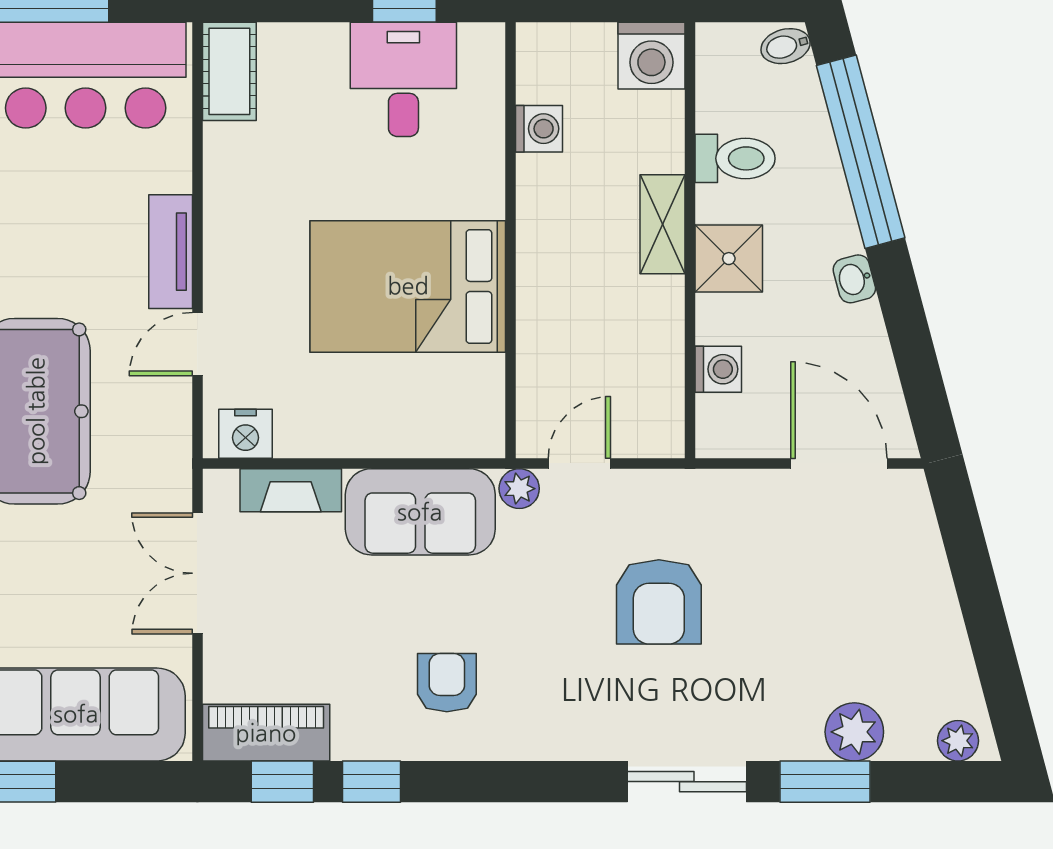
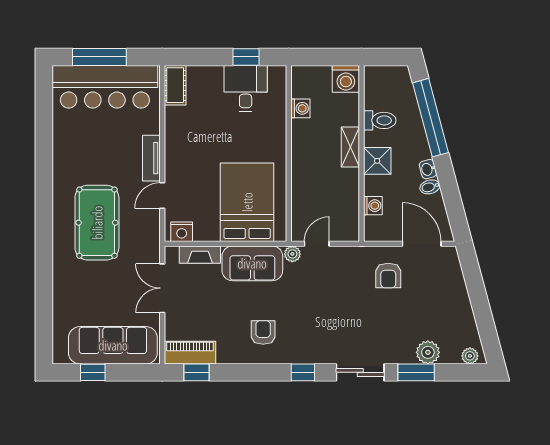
bidet: (786, 46) -> (430, 187), moved
bed: (408, 286) -> (247, 202), moved, turned 90
armchair: (659, 602) -> (388, 276), moved, width x0.72, depth x0.72
window: (371, 782) -> (303, 372), moved

